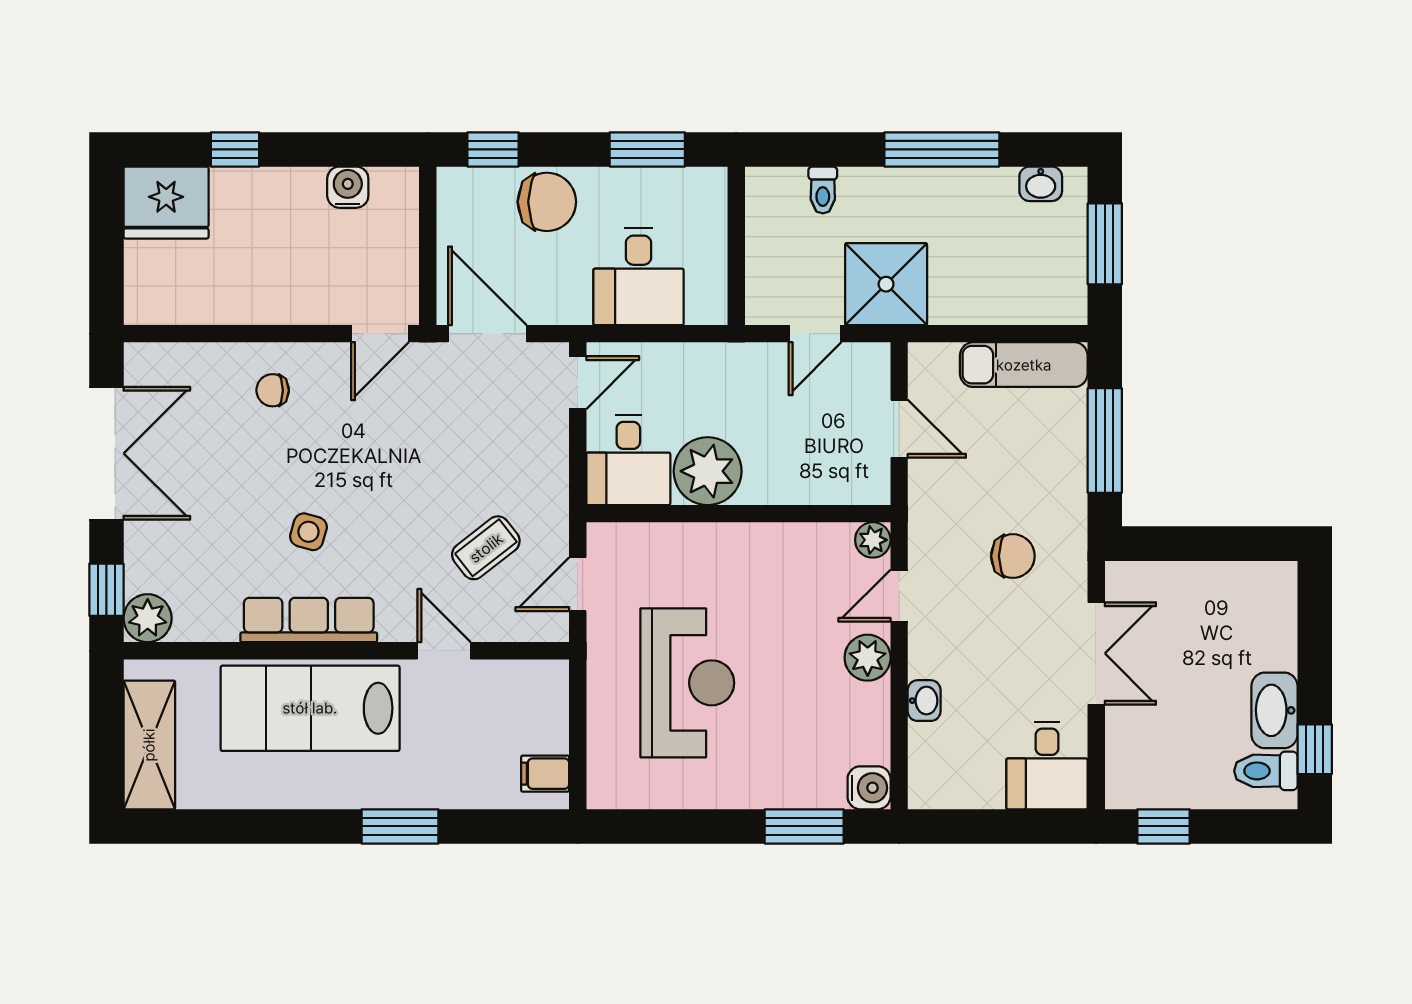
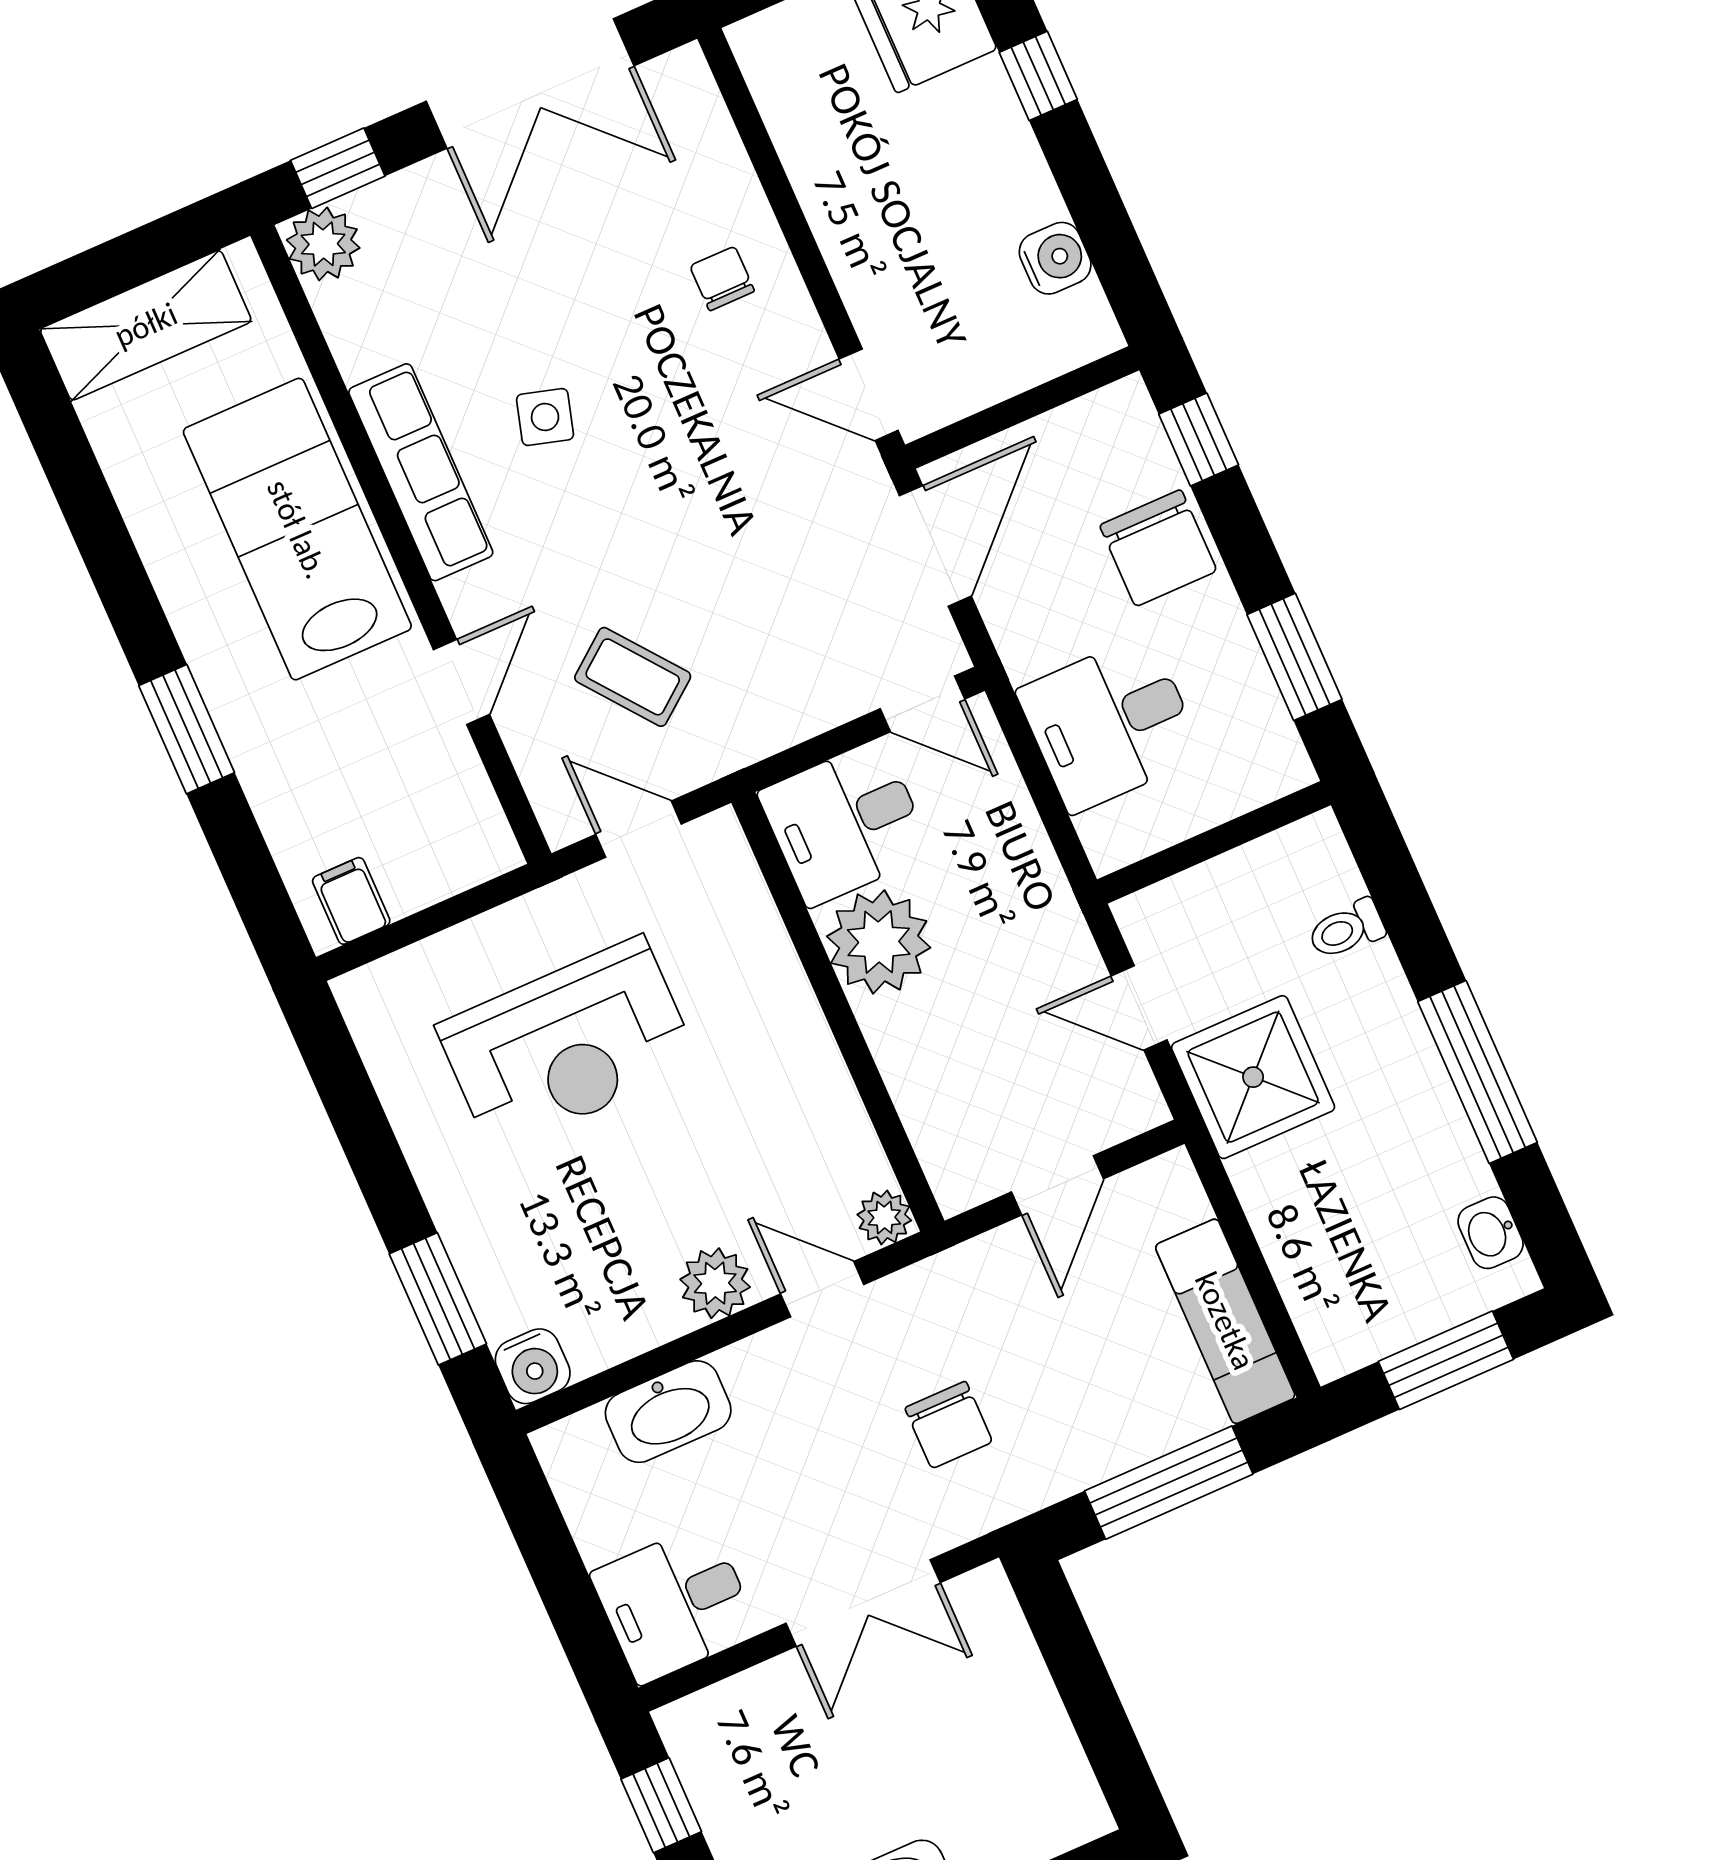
washbasin: (924, 701) -> (668, 1412), width x1.91, depth x1.45

